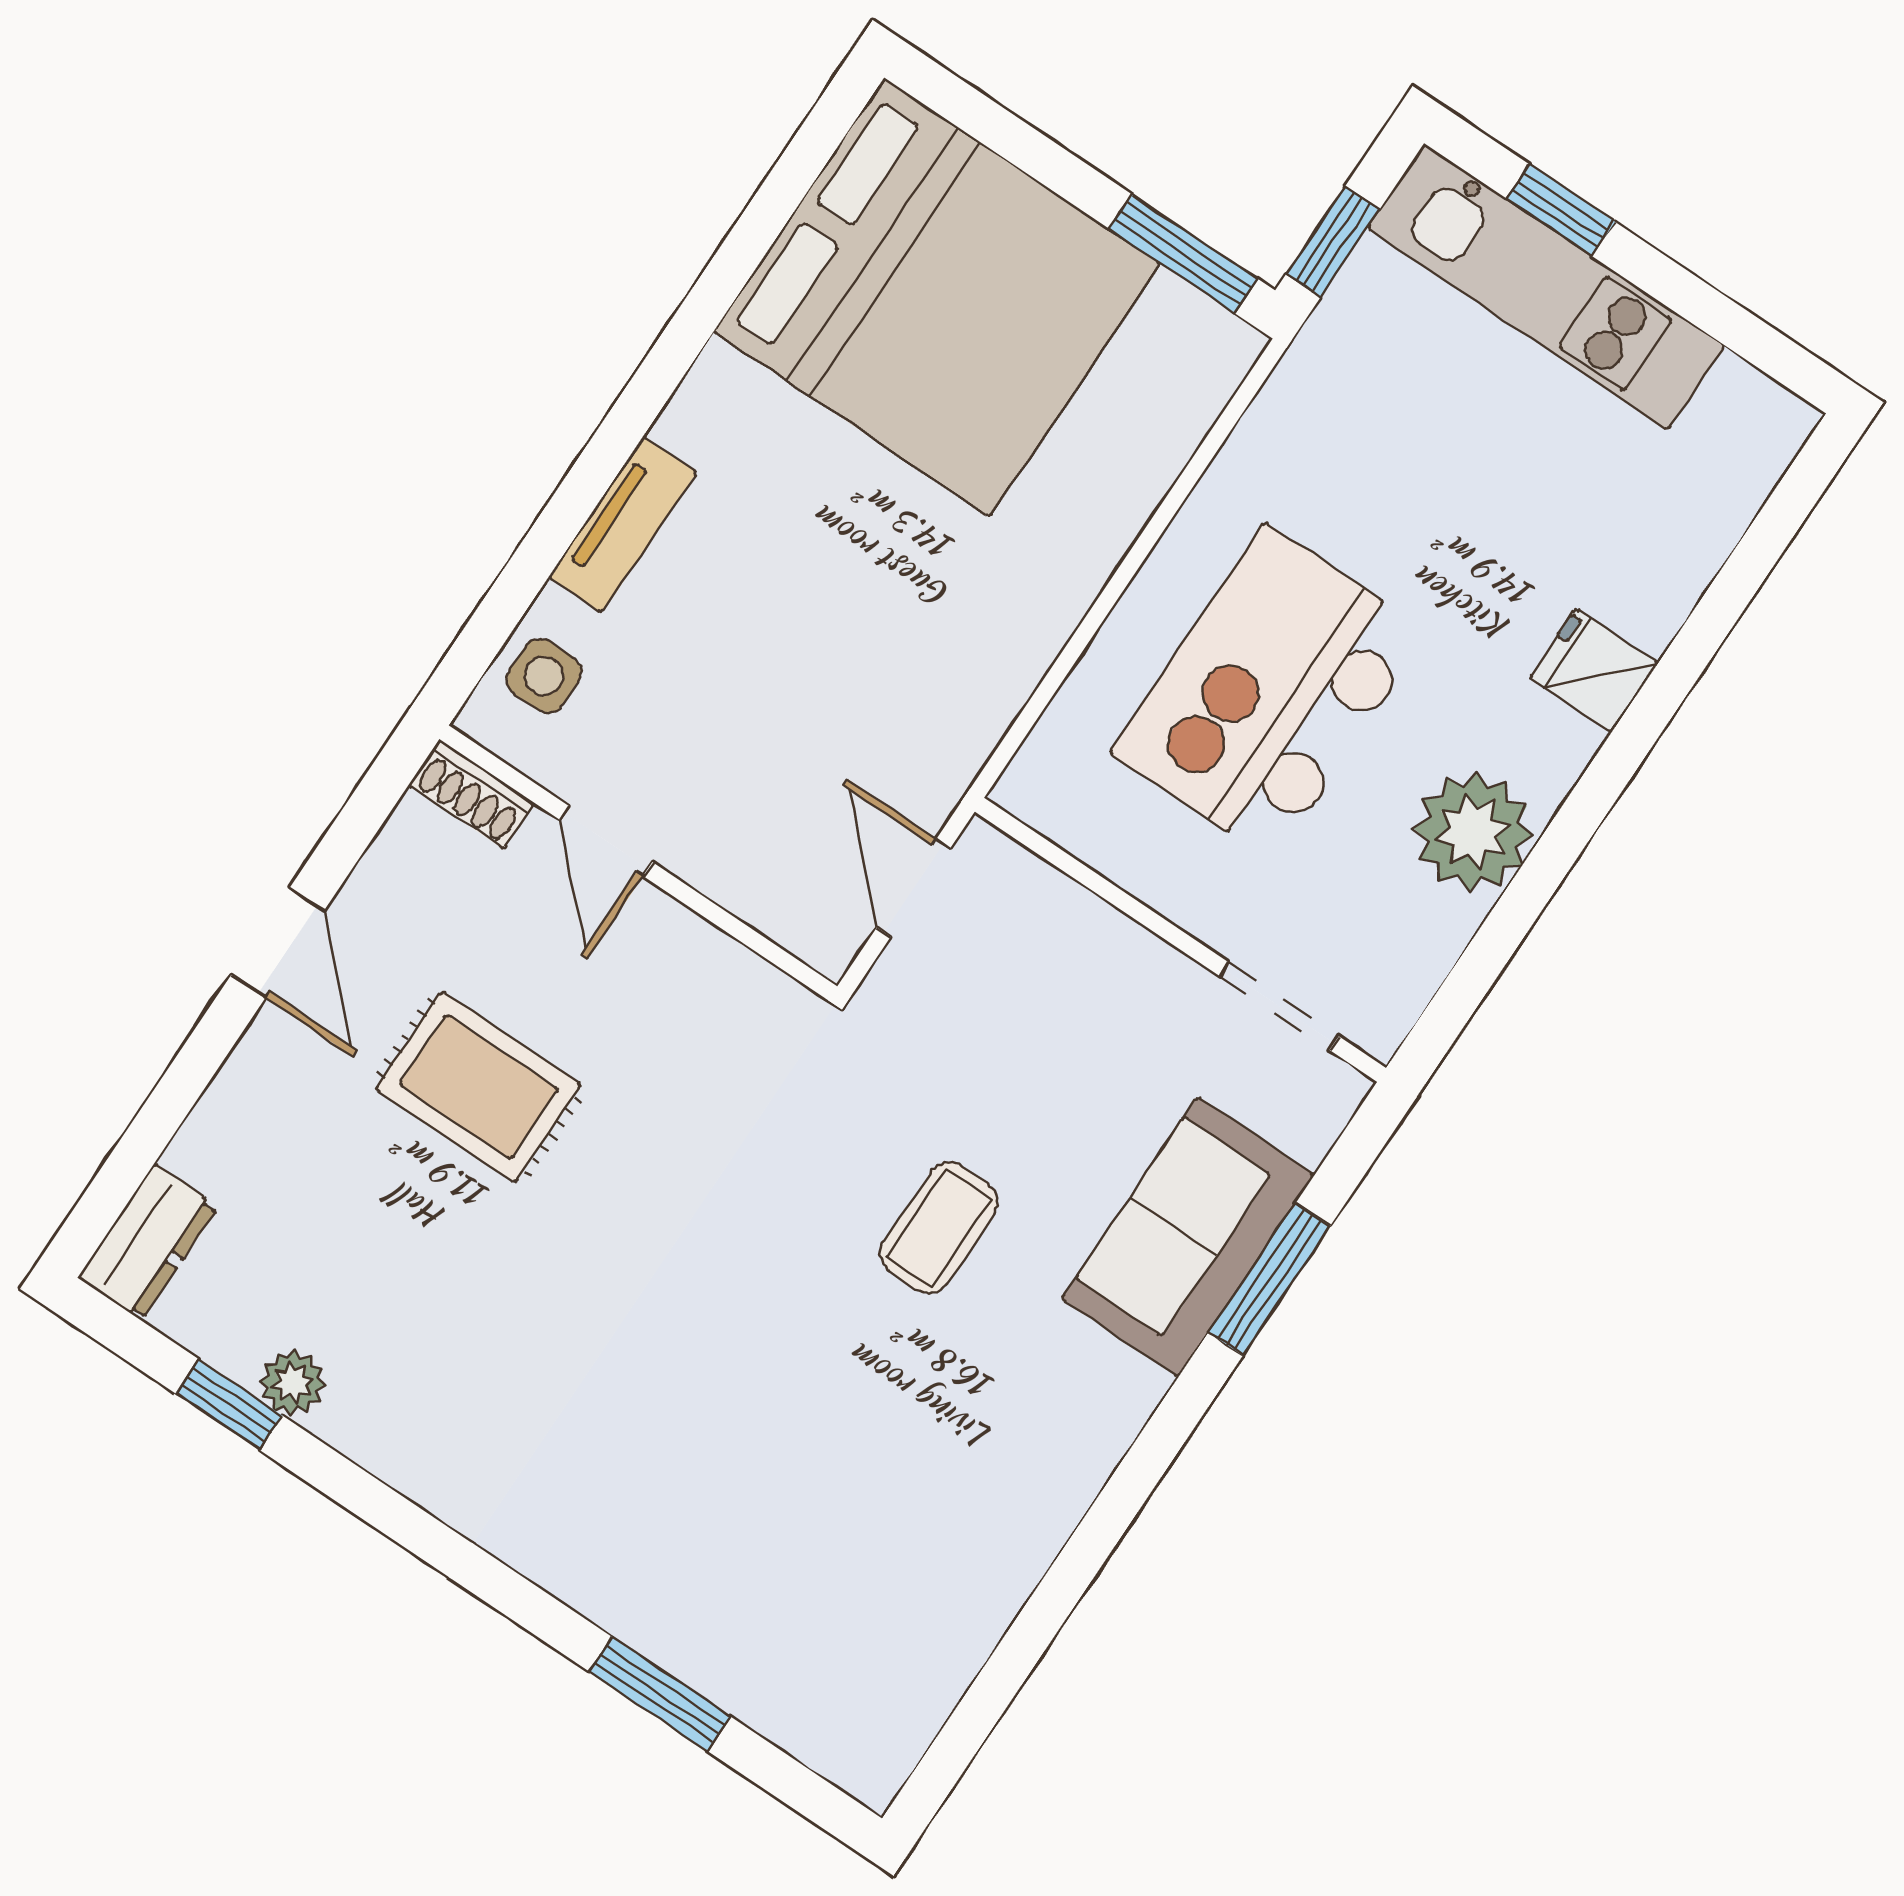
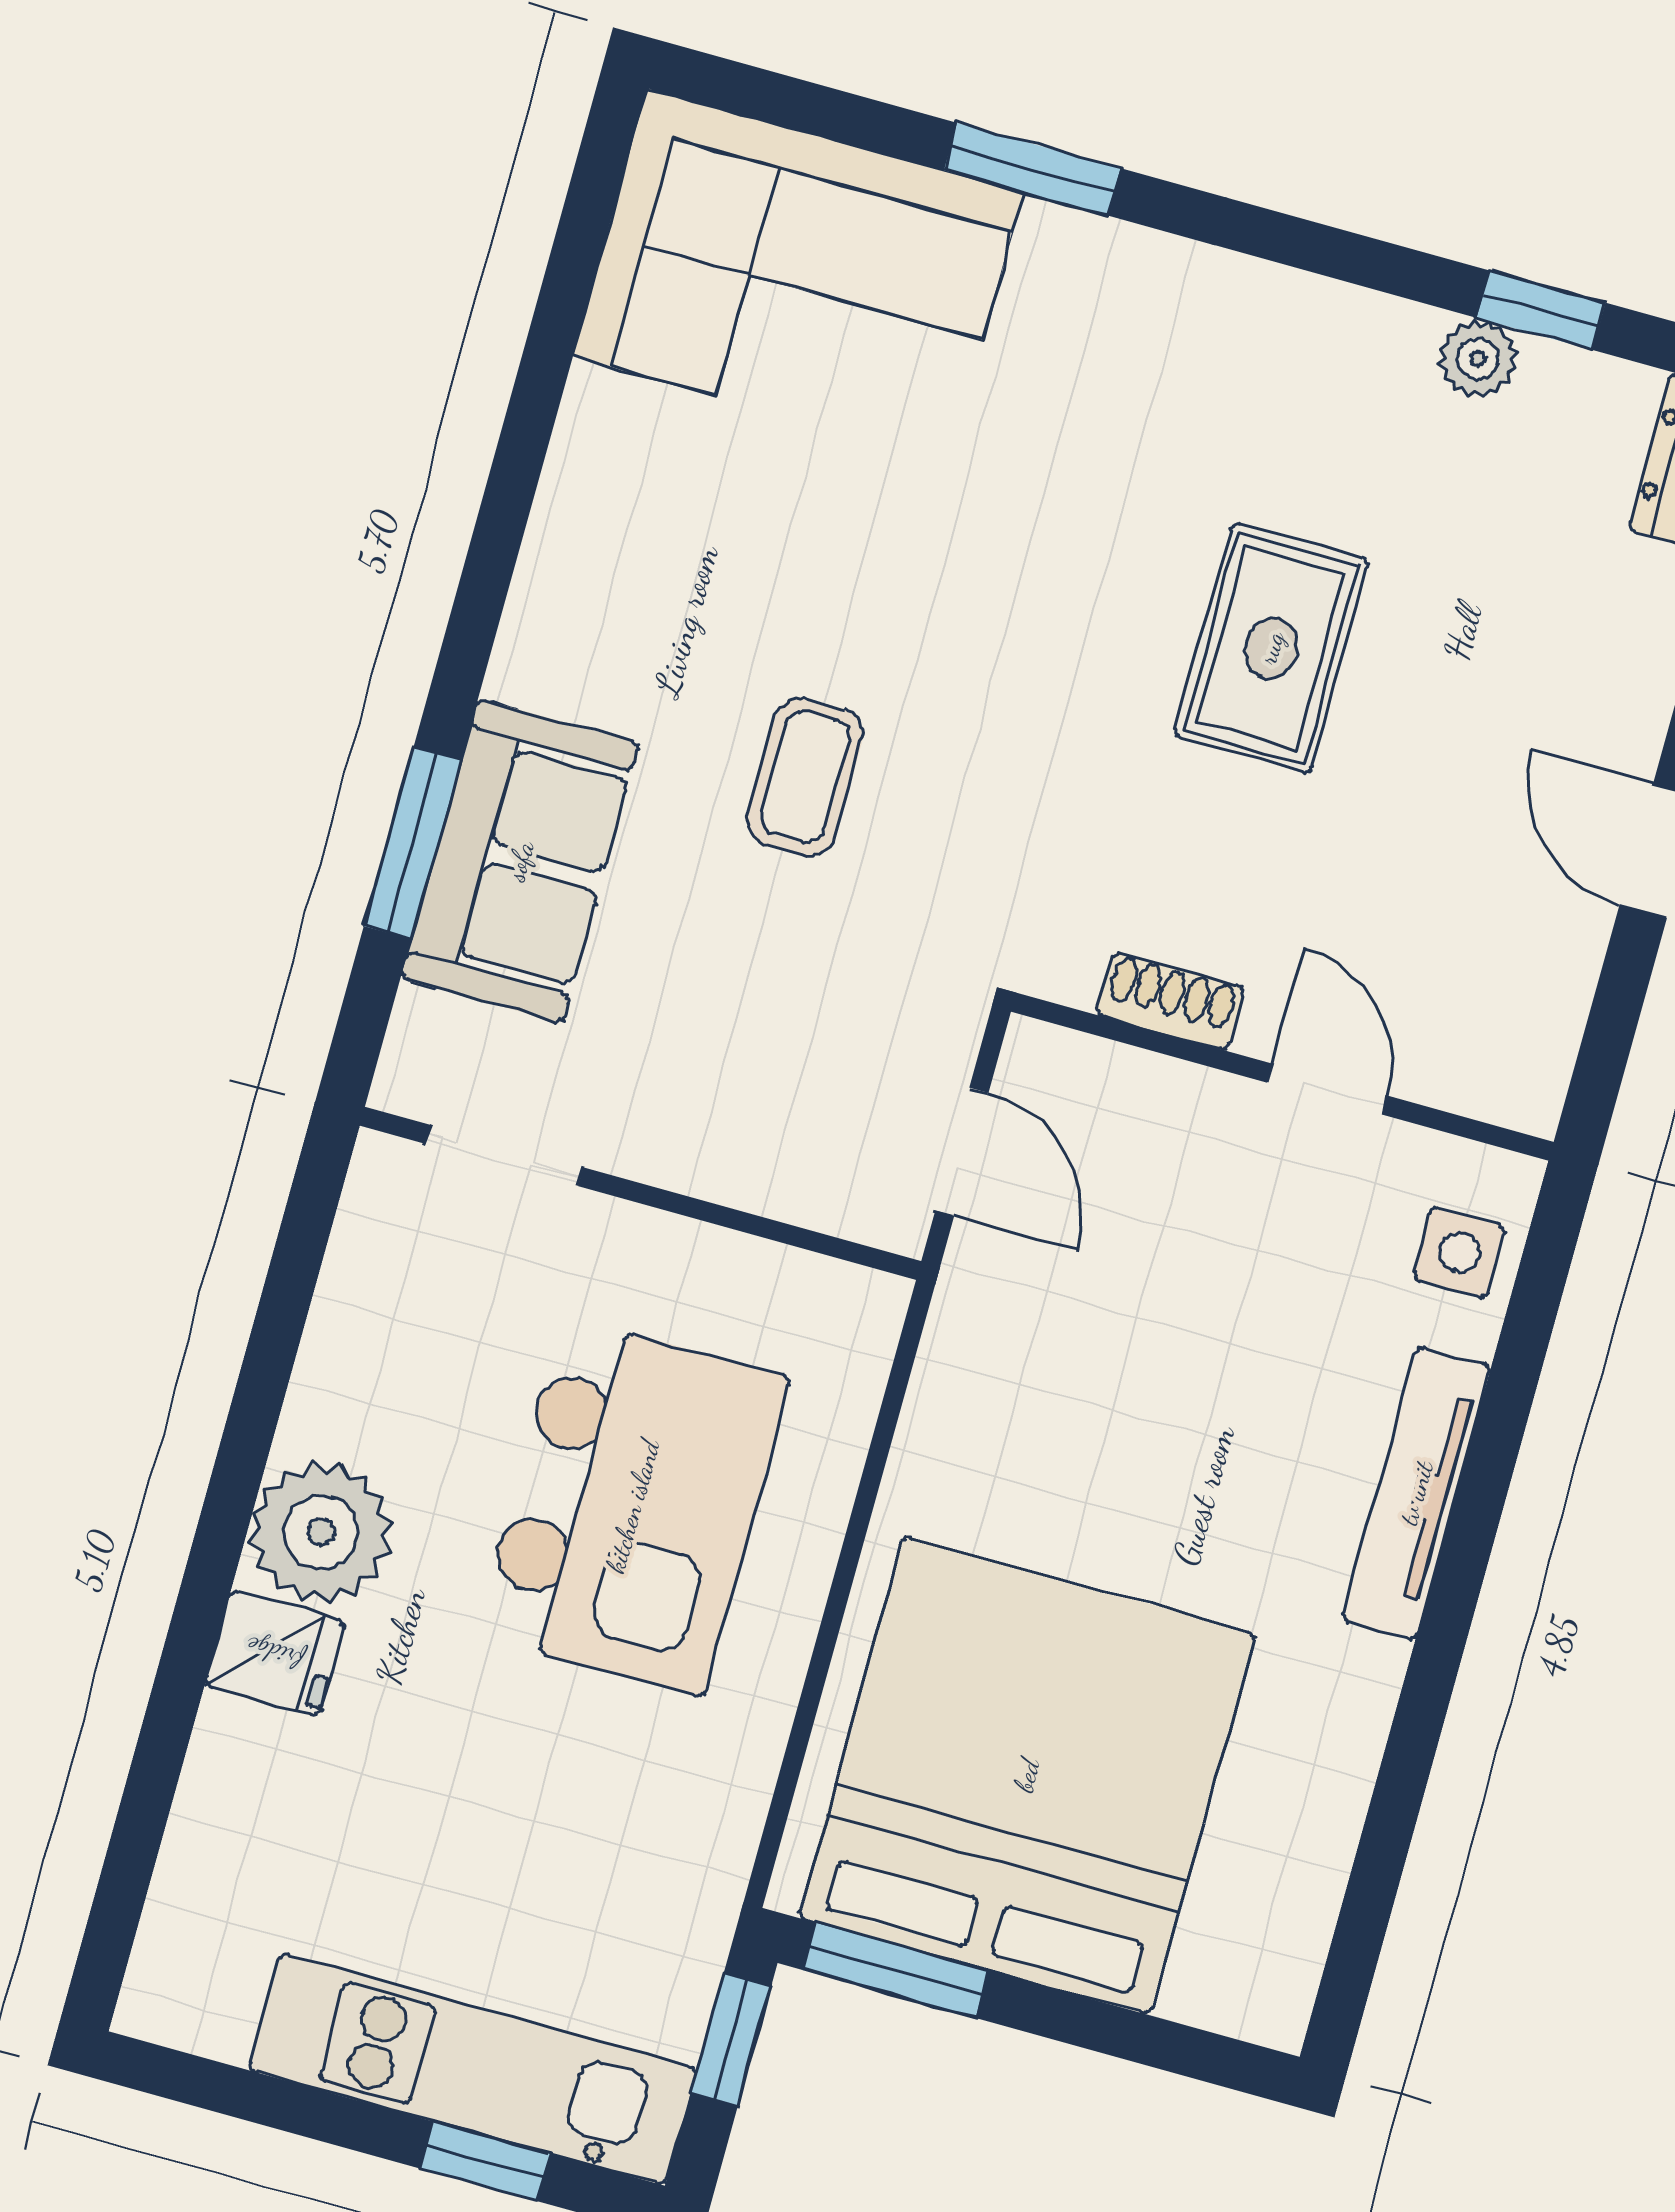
bed: (937, 297) -> (1027, 1775), moved, turned 90
tv unit: (623, 524) -> (1416, 1493), width x1.41
shoe rack: (471, 794) -> (1170, 1001), moved
plant: (1473, 832) -> (321, 1532), moved
rug: (479, 1087) -> (1271, 648), moved, turned 90
corner sofa: (811, 1630) -> (798, 274), added
window: (660, 1694) -> (1032, 169), moved

